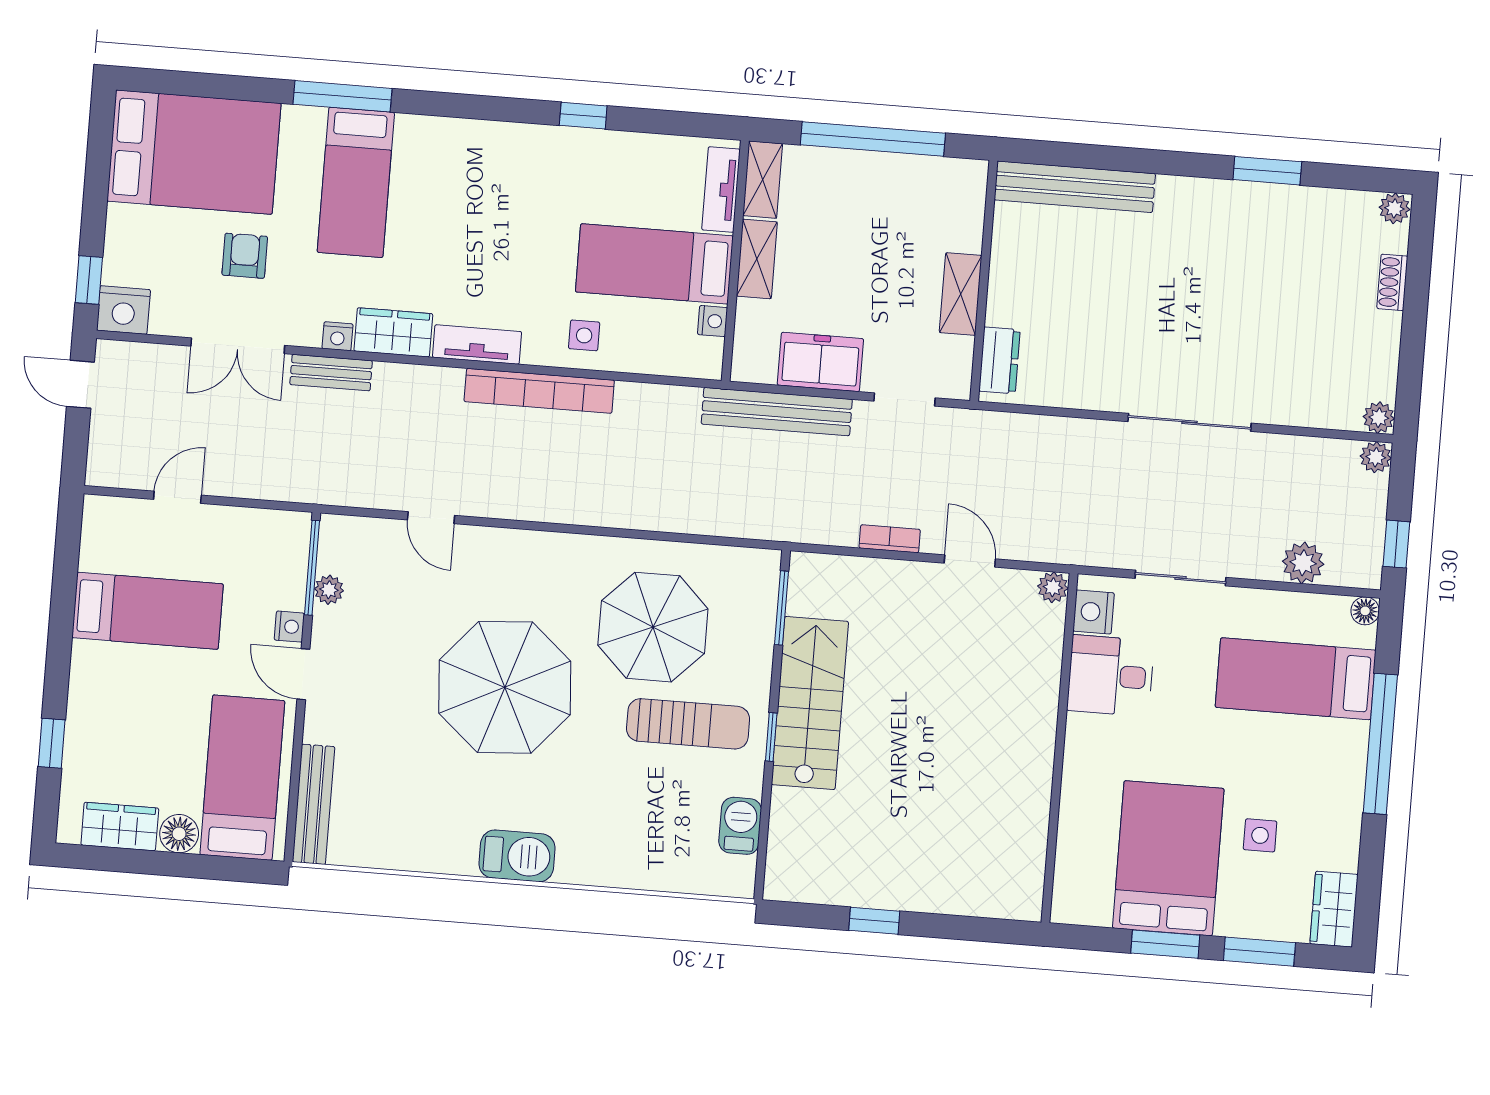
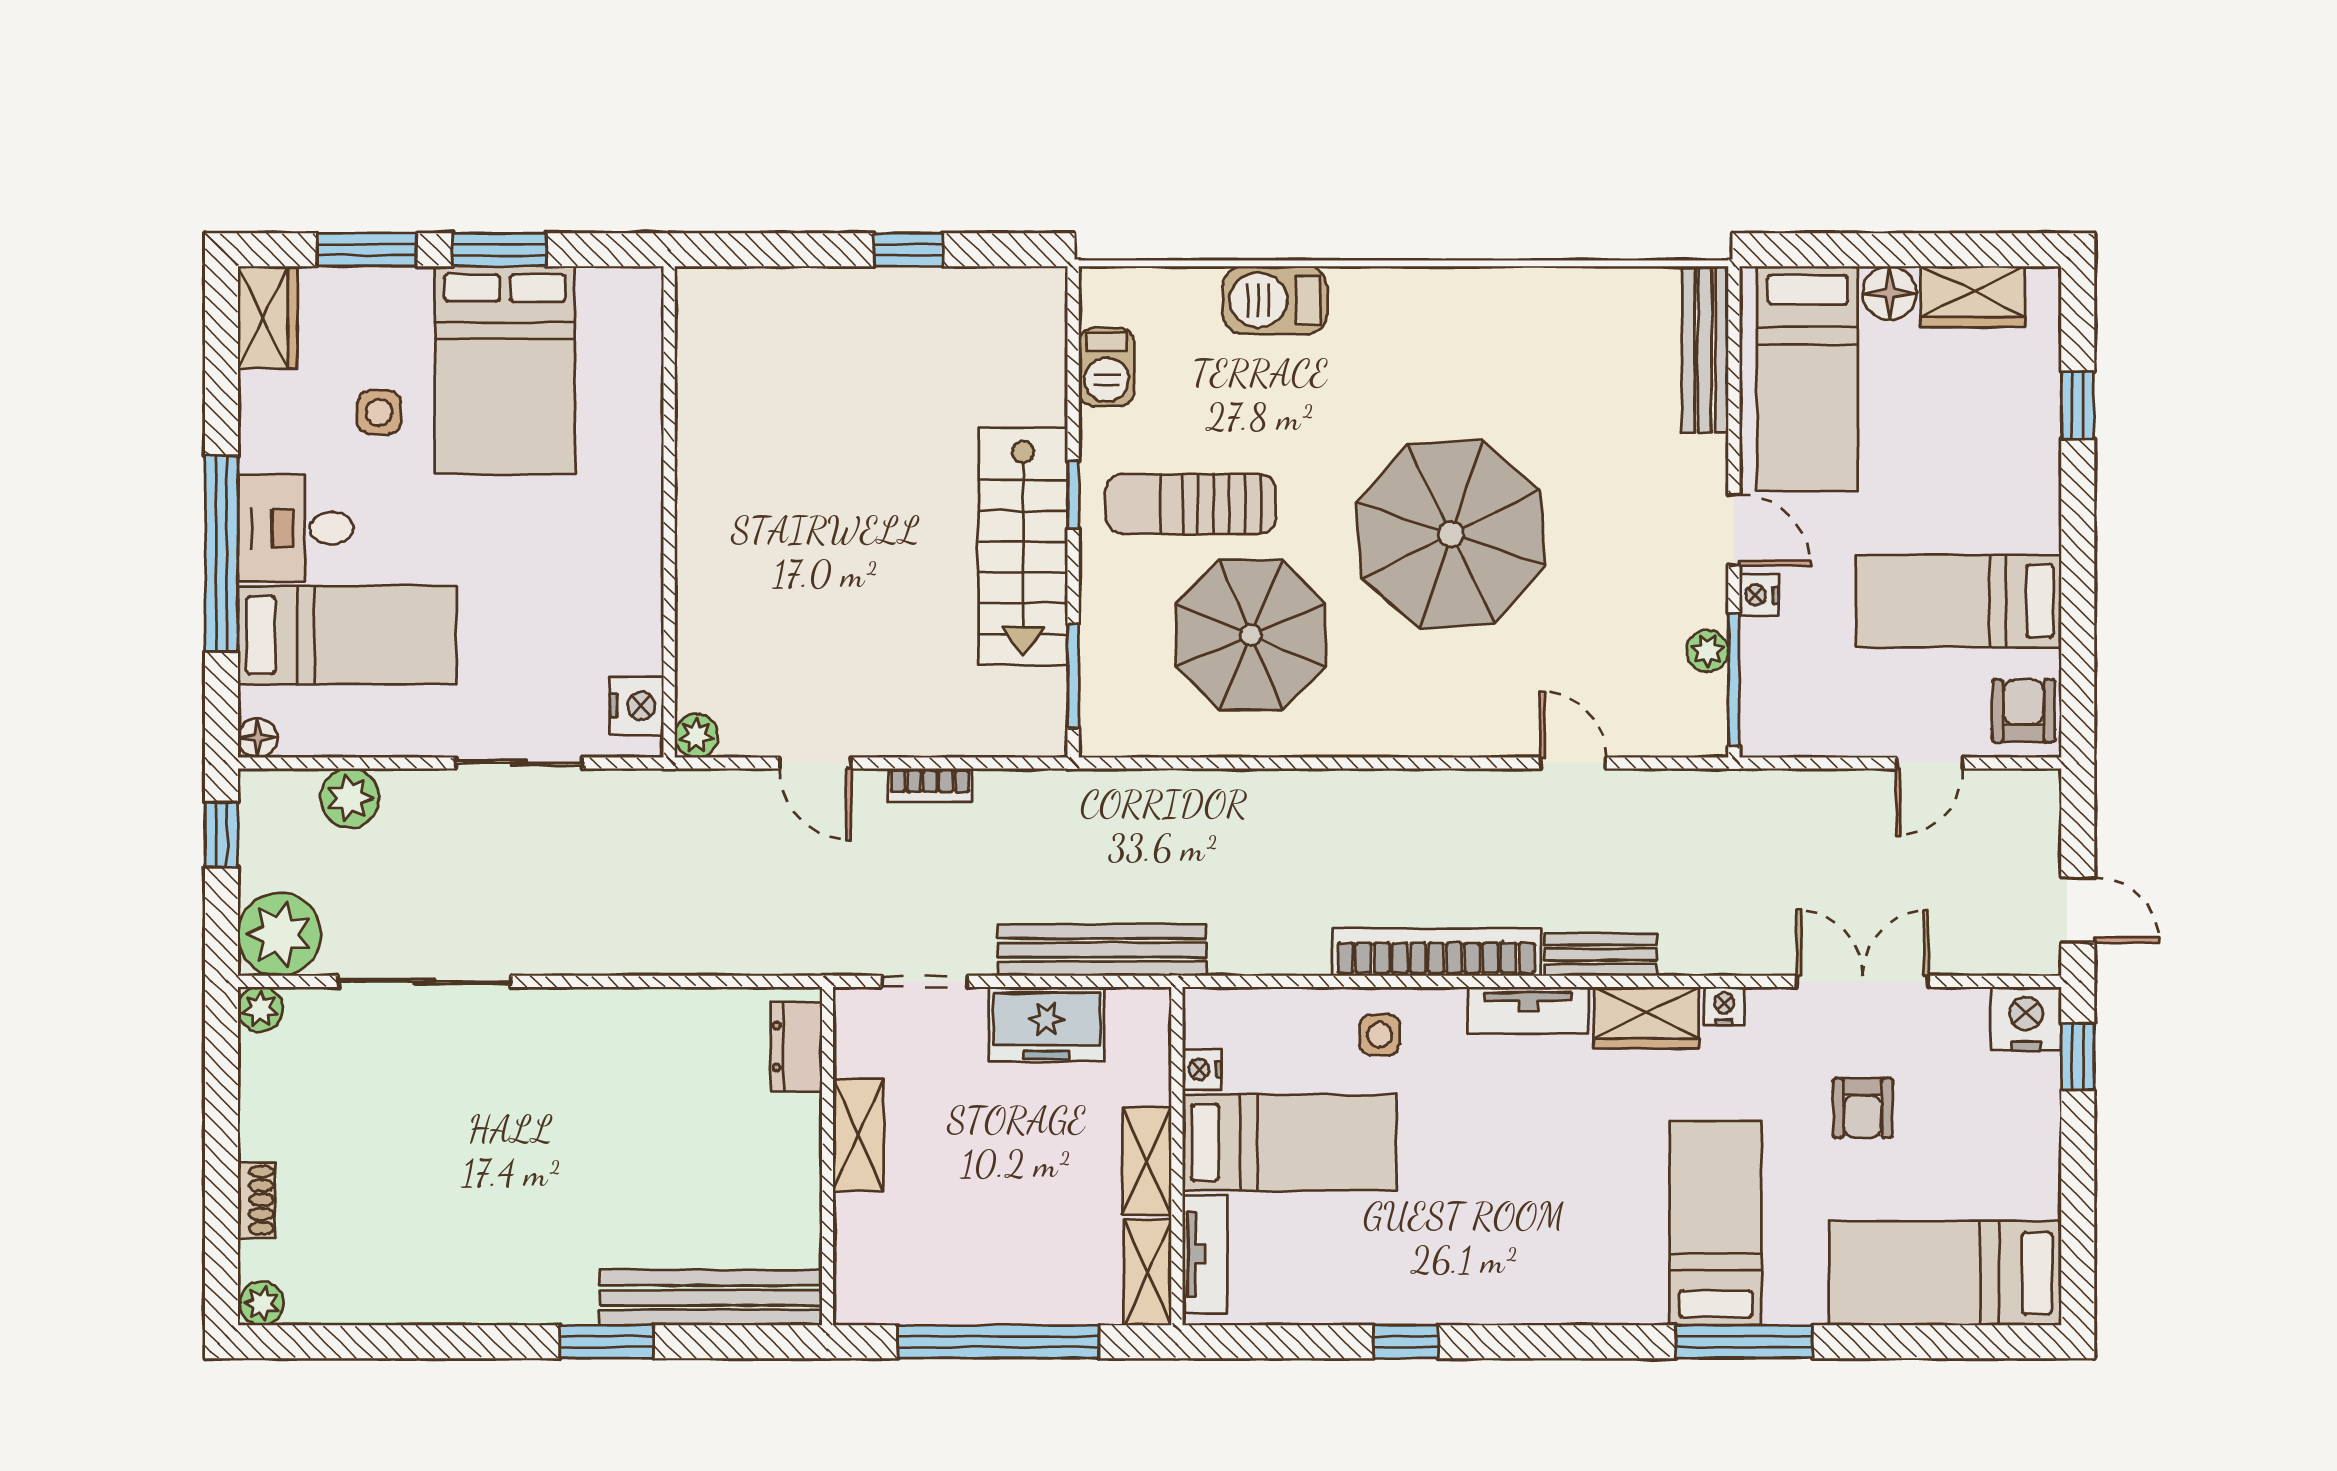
bed: (194, 152) -> (1945, 1273), width x0.67
window: (1267, 171) -> (607, 1342), moved
bench: (331, 373) -> (1601, 954), moved
sliding door: (1190, 422) -> (424, 981), moved
plant: (1376, 457) -> (279, 934), width x1.88, depth x1.88
armchair: (108, 529) -> (2023, 711), added
desk: (1111, 676) -> (296, 528), moved, turned 180
barbecue: (517, 856) -> (1275, 300), moved

